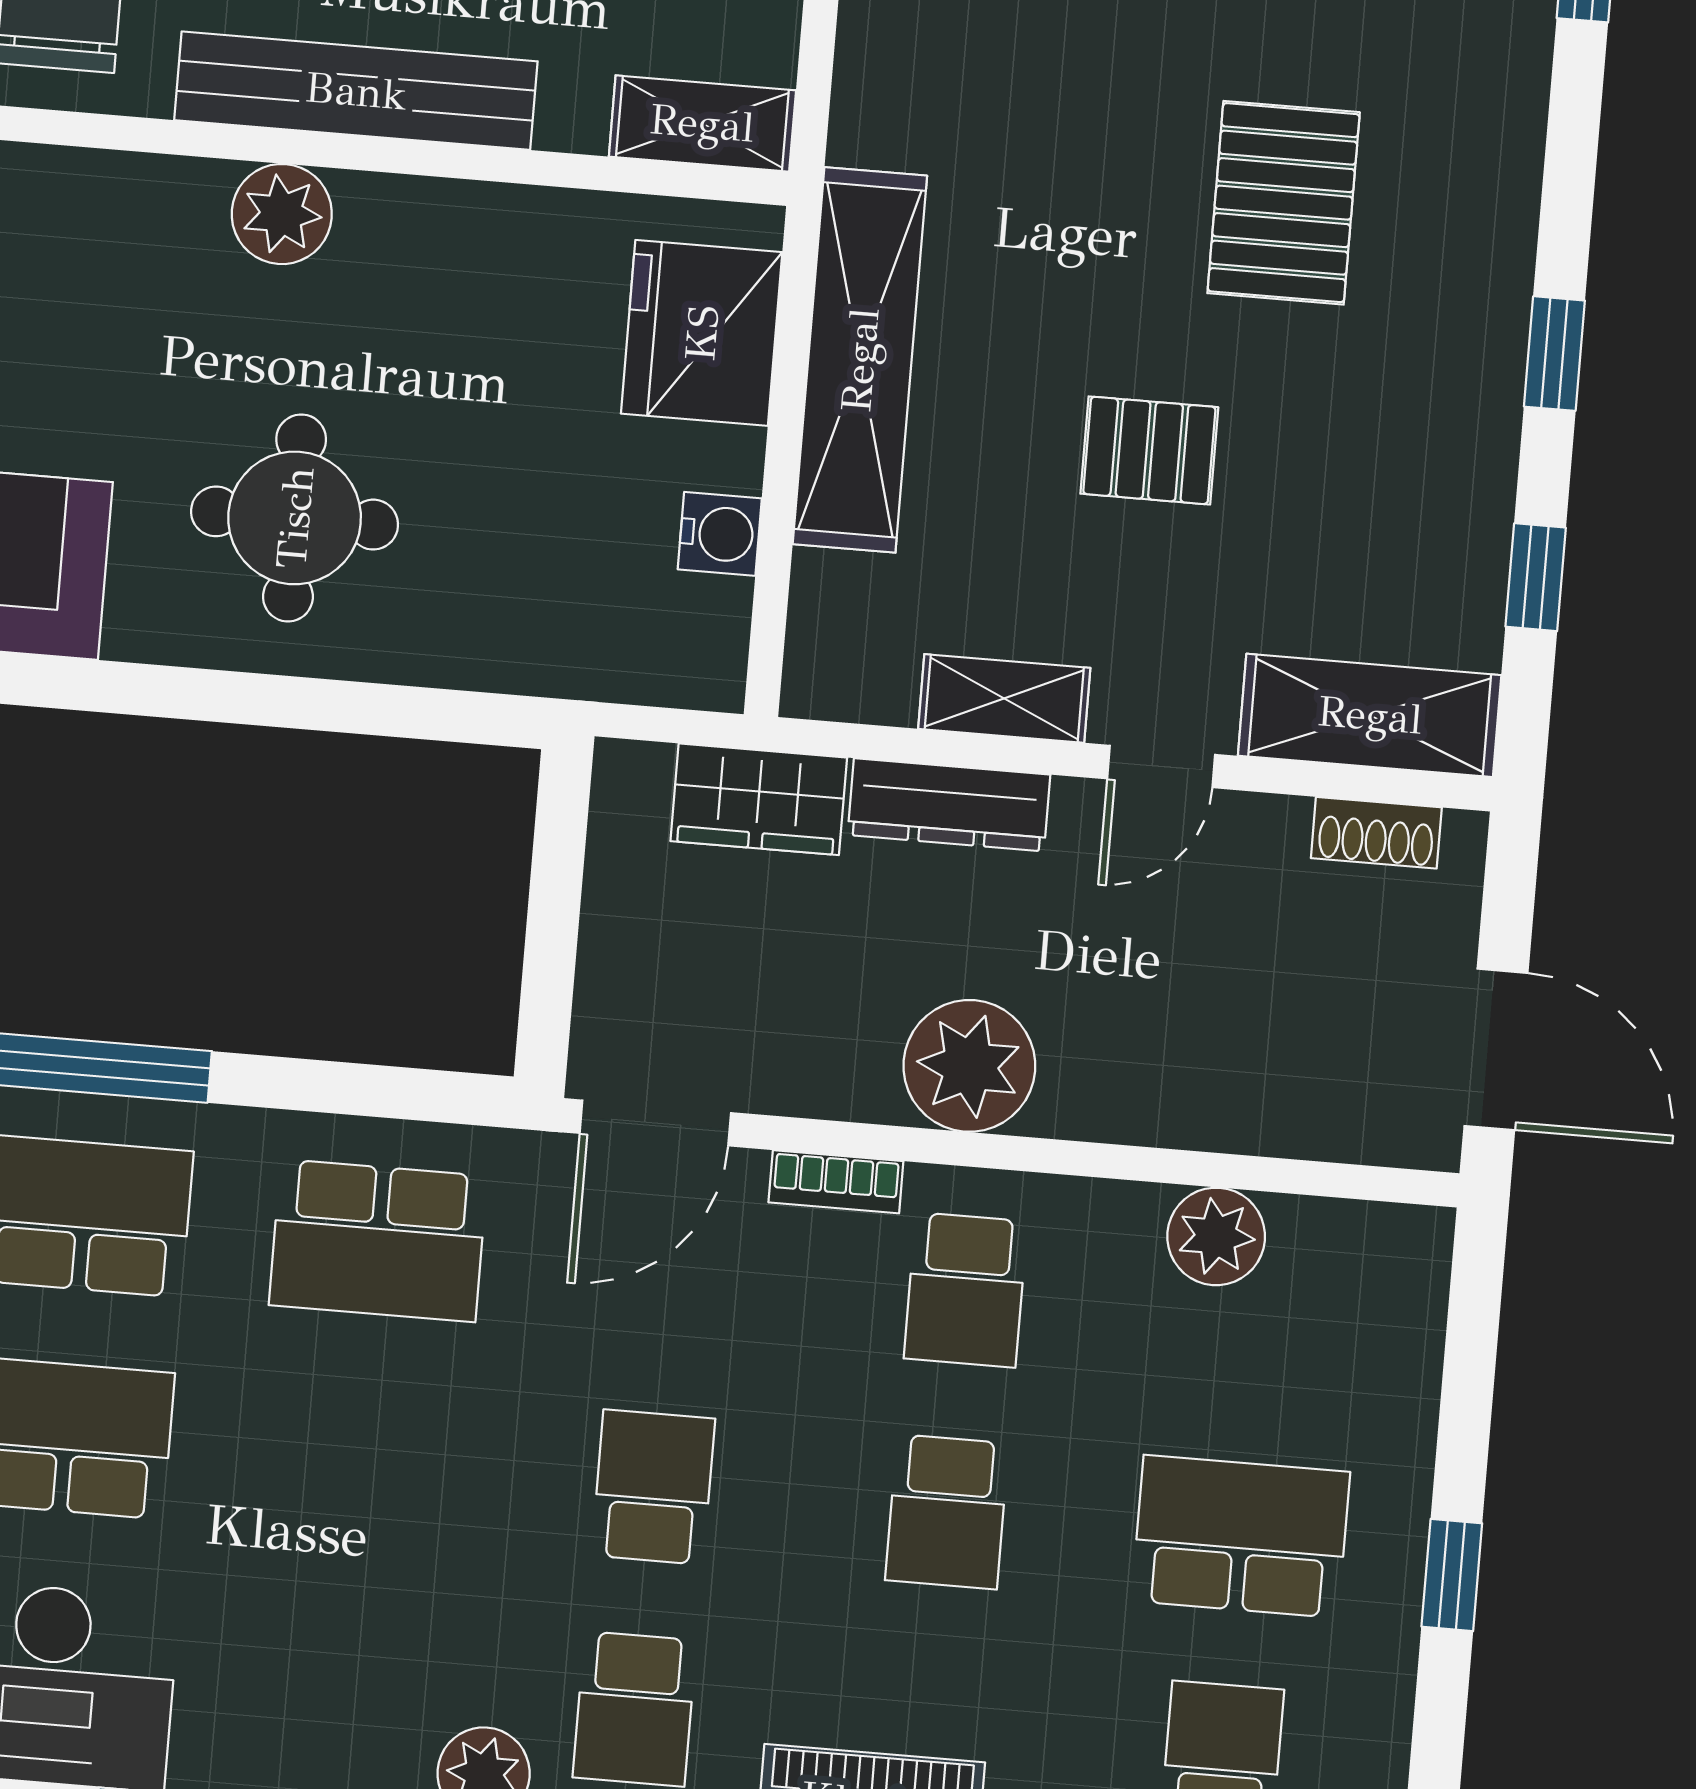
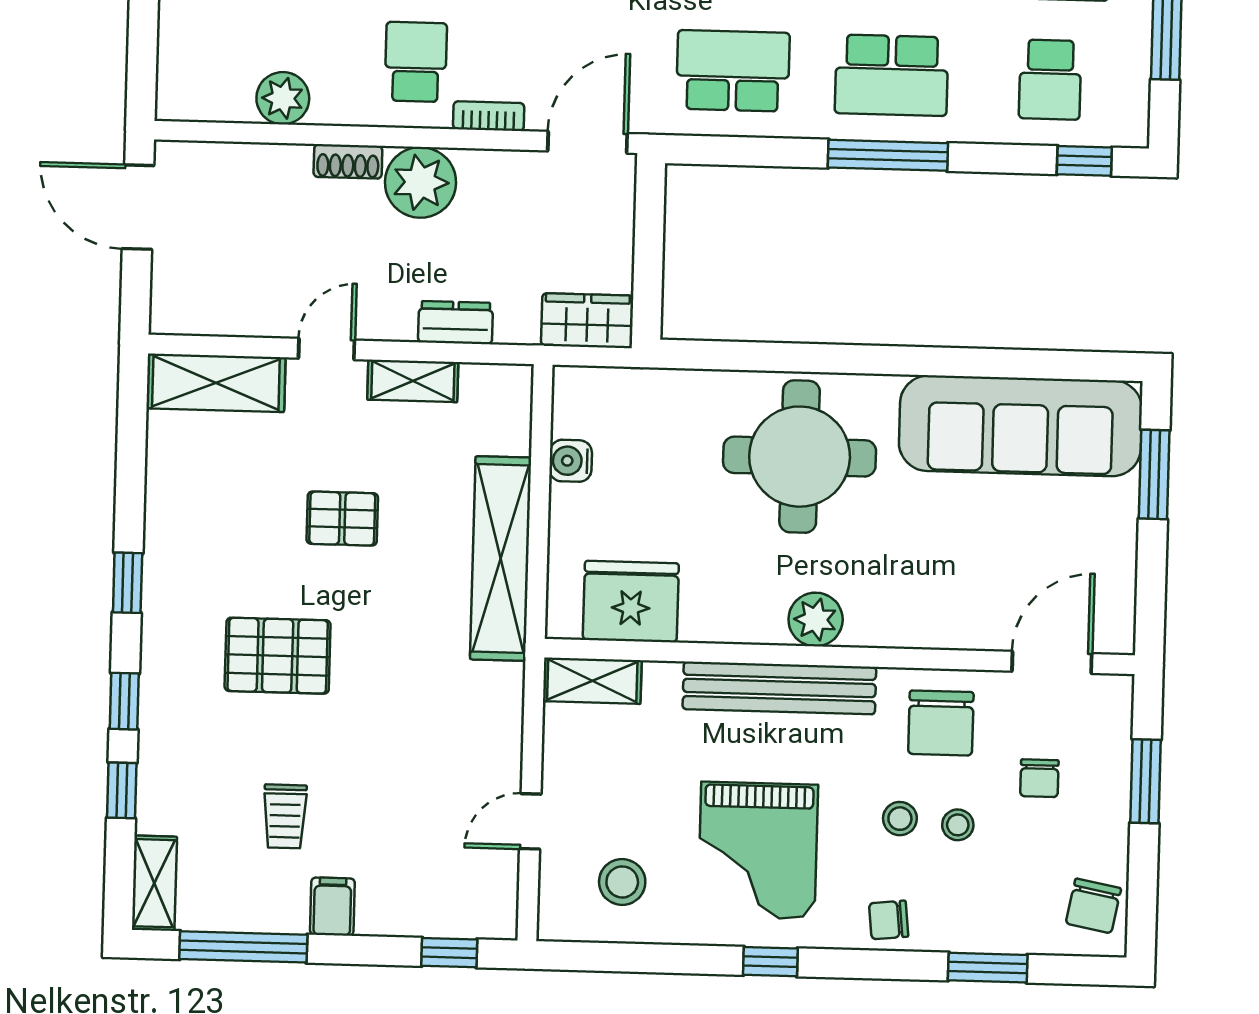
pallet: (1284, 203) -> (278, 656), turned 90
fridge: (702, 333) -> (631, 602), moved, turned -90
round table: (295, 518) -> (800, 457), width x1.36, depth x1.36
window: (1536, 577) -> (124, 701), moved
wardrobe: (759, 799) -> (587, 321), moved
dresser: (949, 805) -> (455, 323), width x0.70
shoe rack: (1376, 833) -> (348, 161), moved, turned 180

